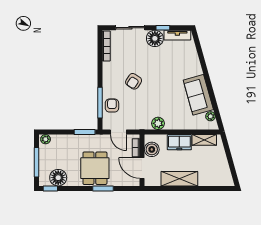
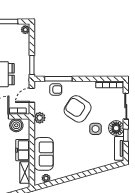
side table: (156, 61) -> (96, 129), added
armchair: (134, 81) -> (78, 109), width x1.88, depth x1.88
sofa: (198, 95) -> (44, 154), moved, turned 106
plant: (158, 123) -> (40, 118), moved

